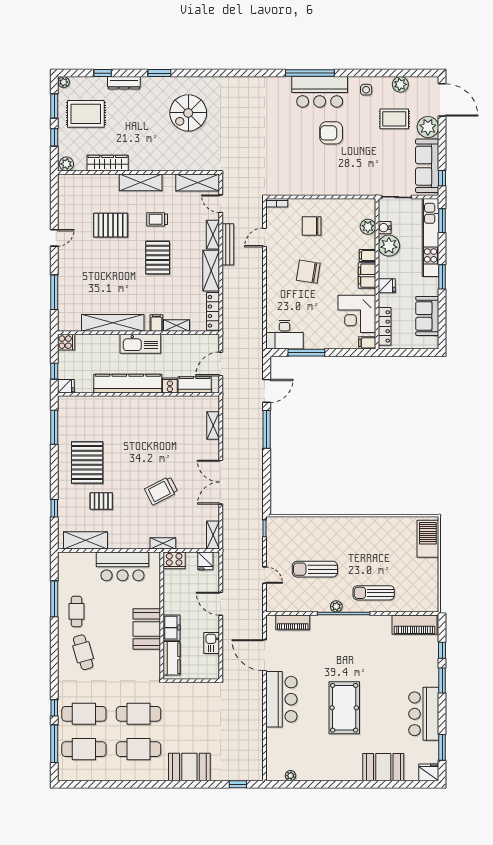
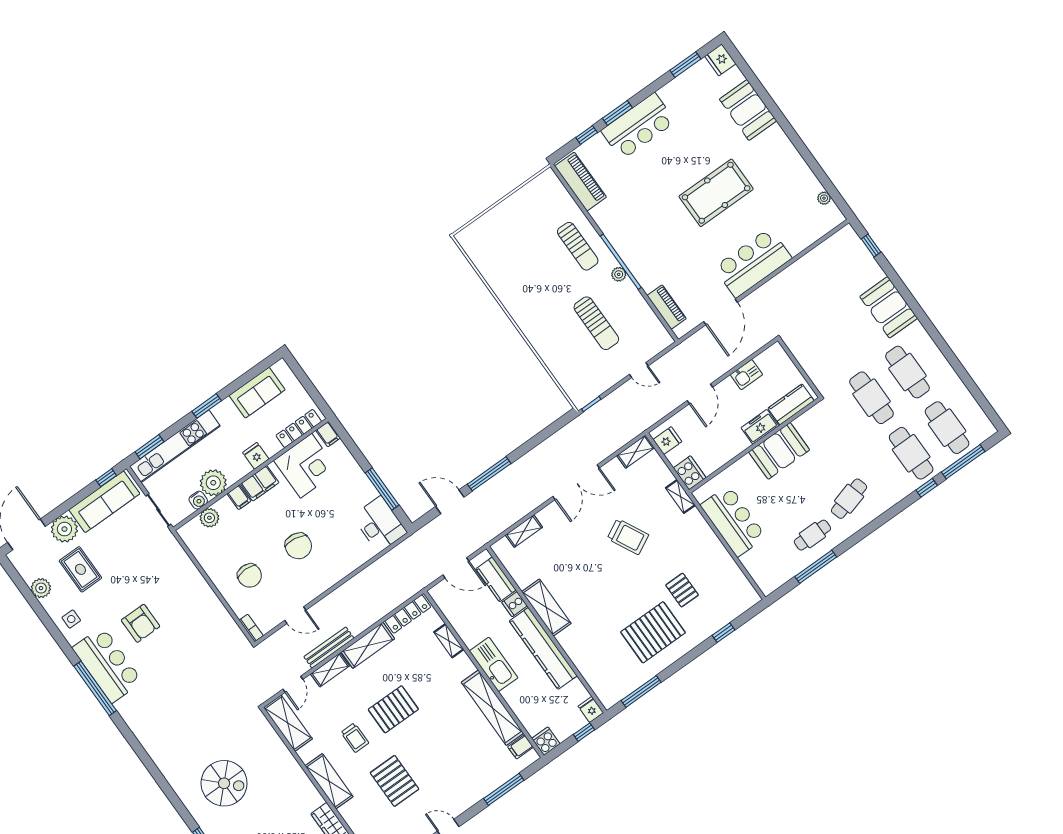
filing cabinet: (156, 323) -> (521, 747), moved
barbecue: (428, 539) -> (483, 230), removed
shelving: (85, 540) -> (546, 607), moved
door: (265, 575) -> (639, 370), swing flipped
bar counter: (424, 714) -> (638, 126), moved

